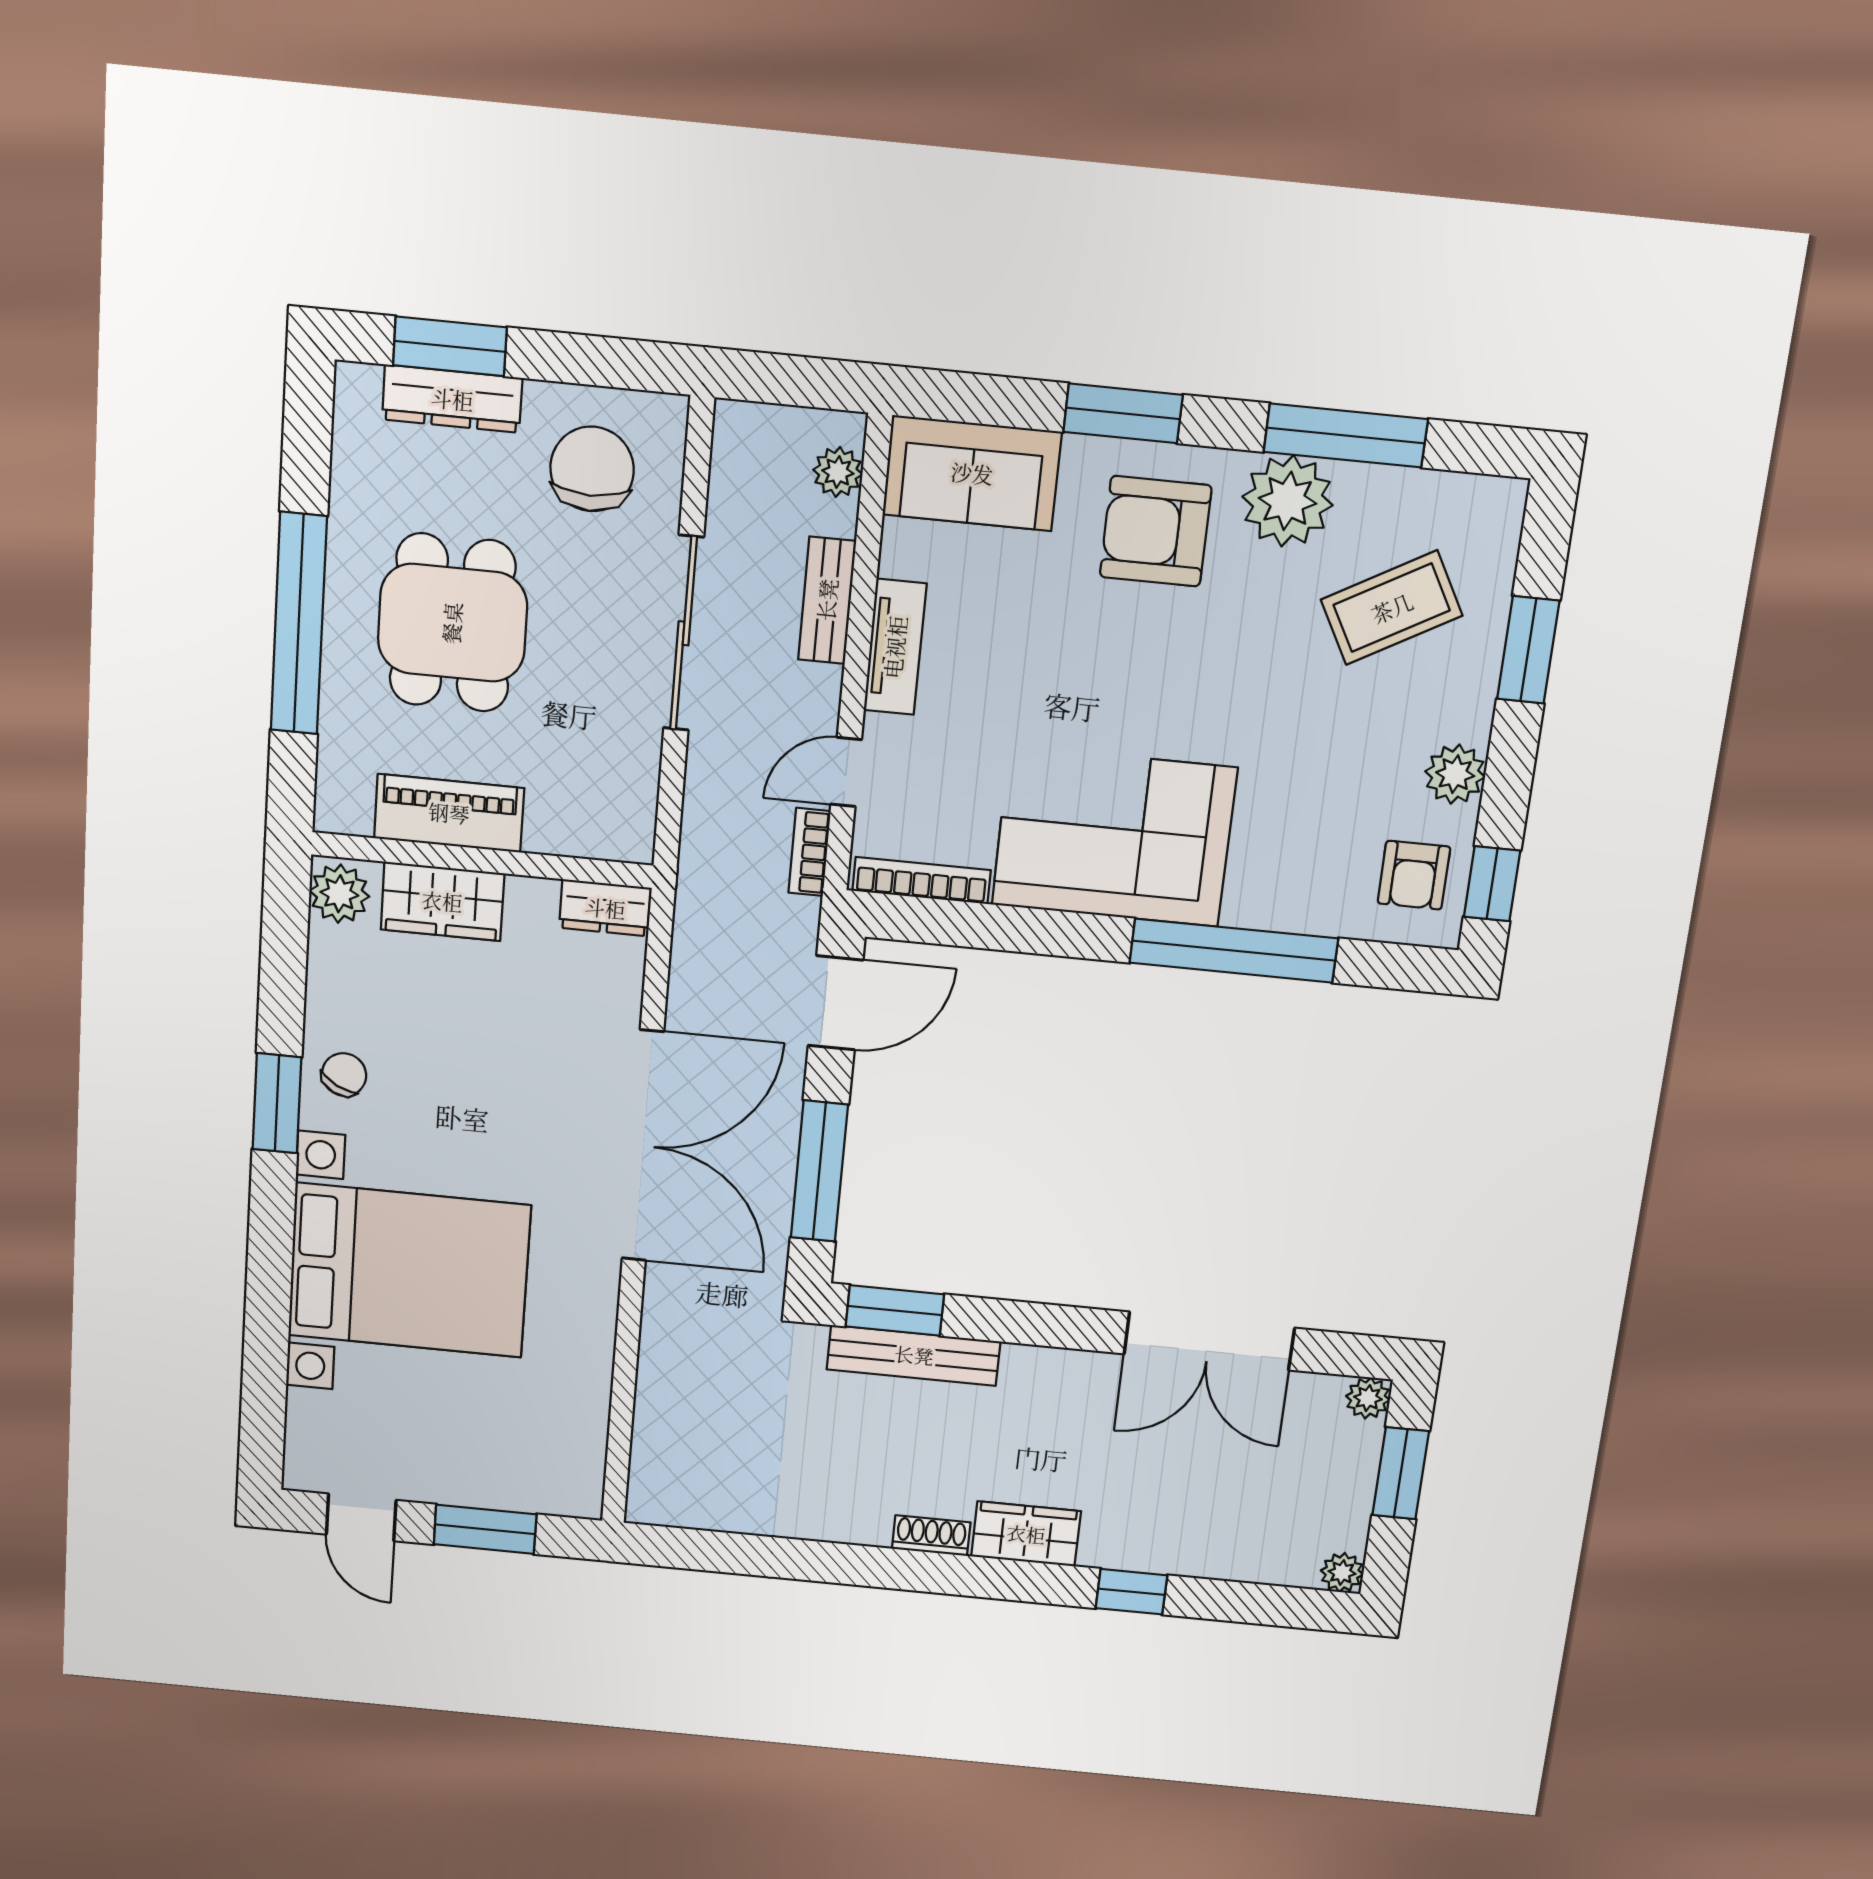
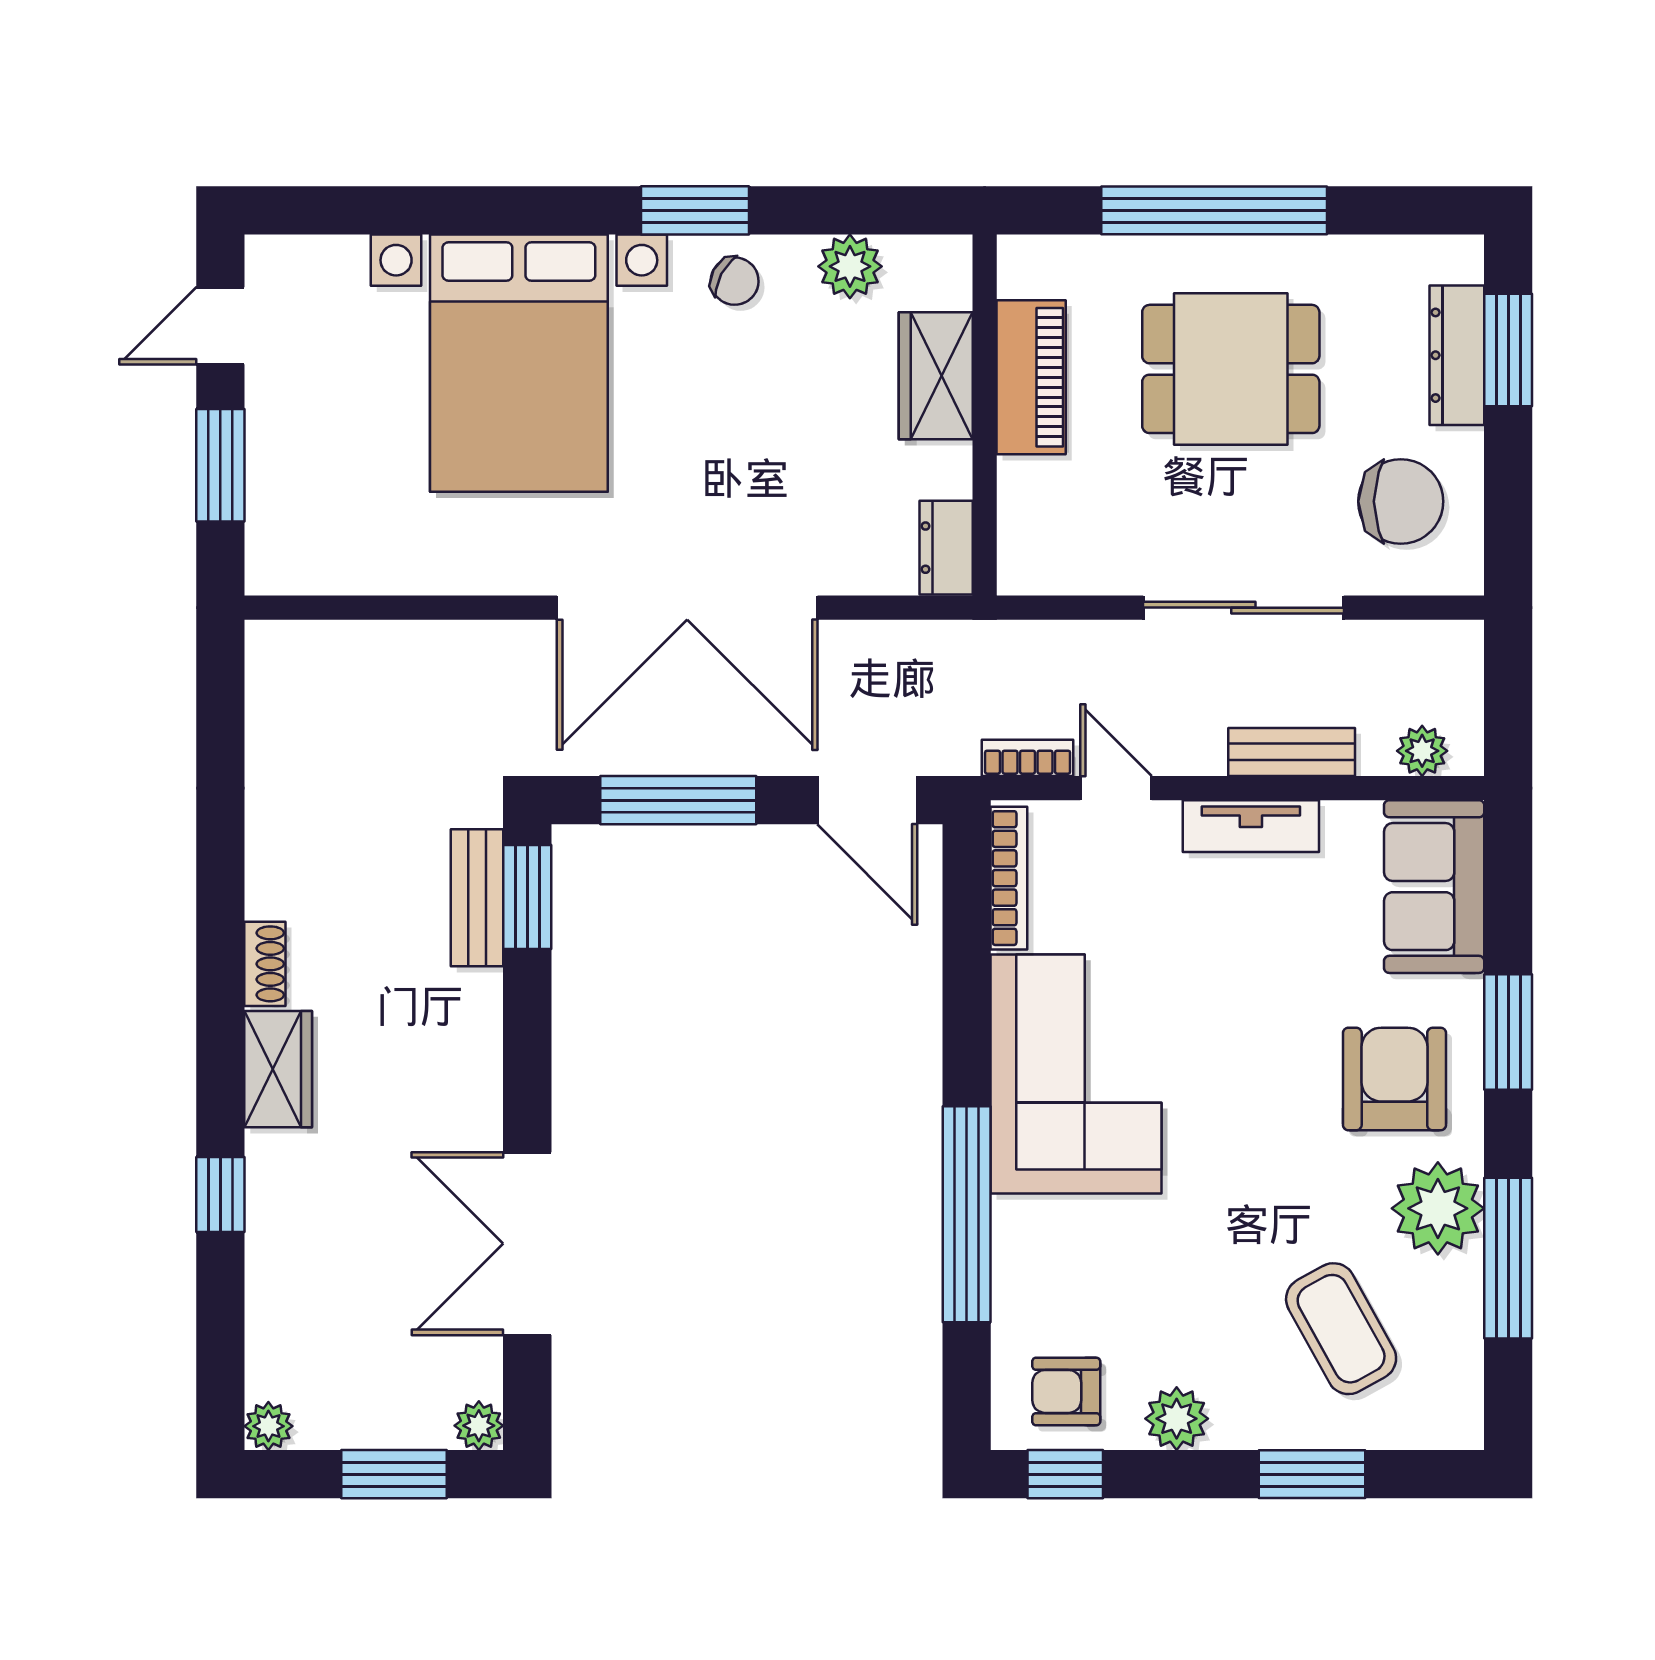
plant: (339, 894) -> (850, 266), moved
bench: (914, 1355) -> (477, 898), width x0.73

